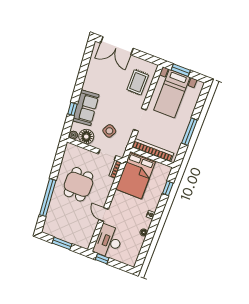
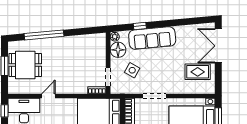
rug: (138, 82) -> (198, 72), moved
sofa: (86, 108) -> (152, 38), width x1.36
dining table: (78, 184) -> (25, 65), moved

